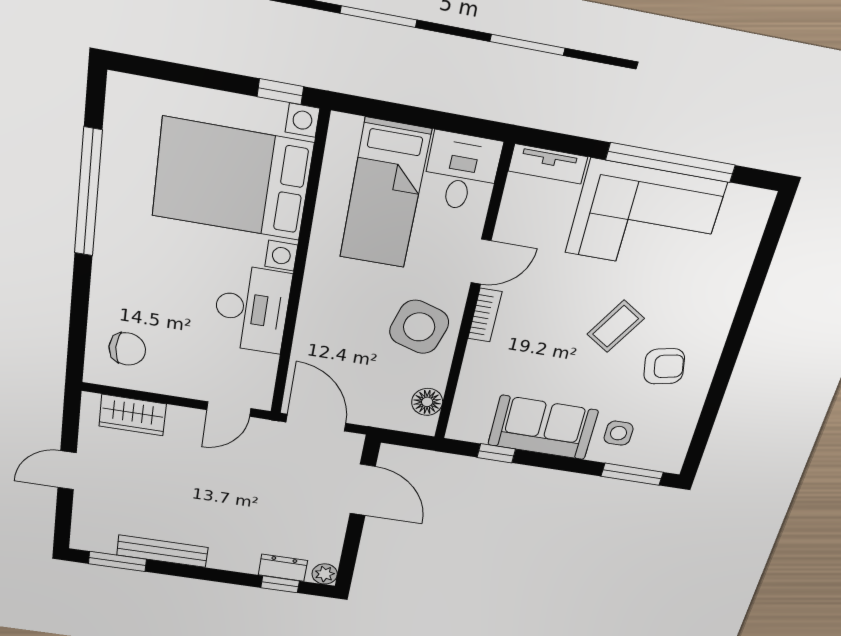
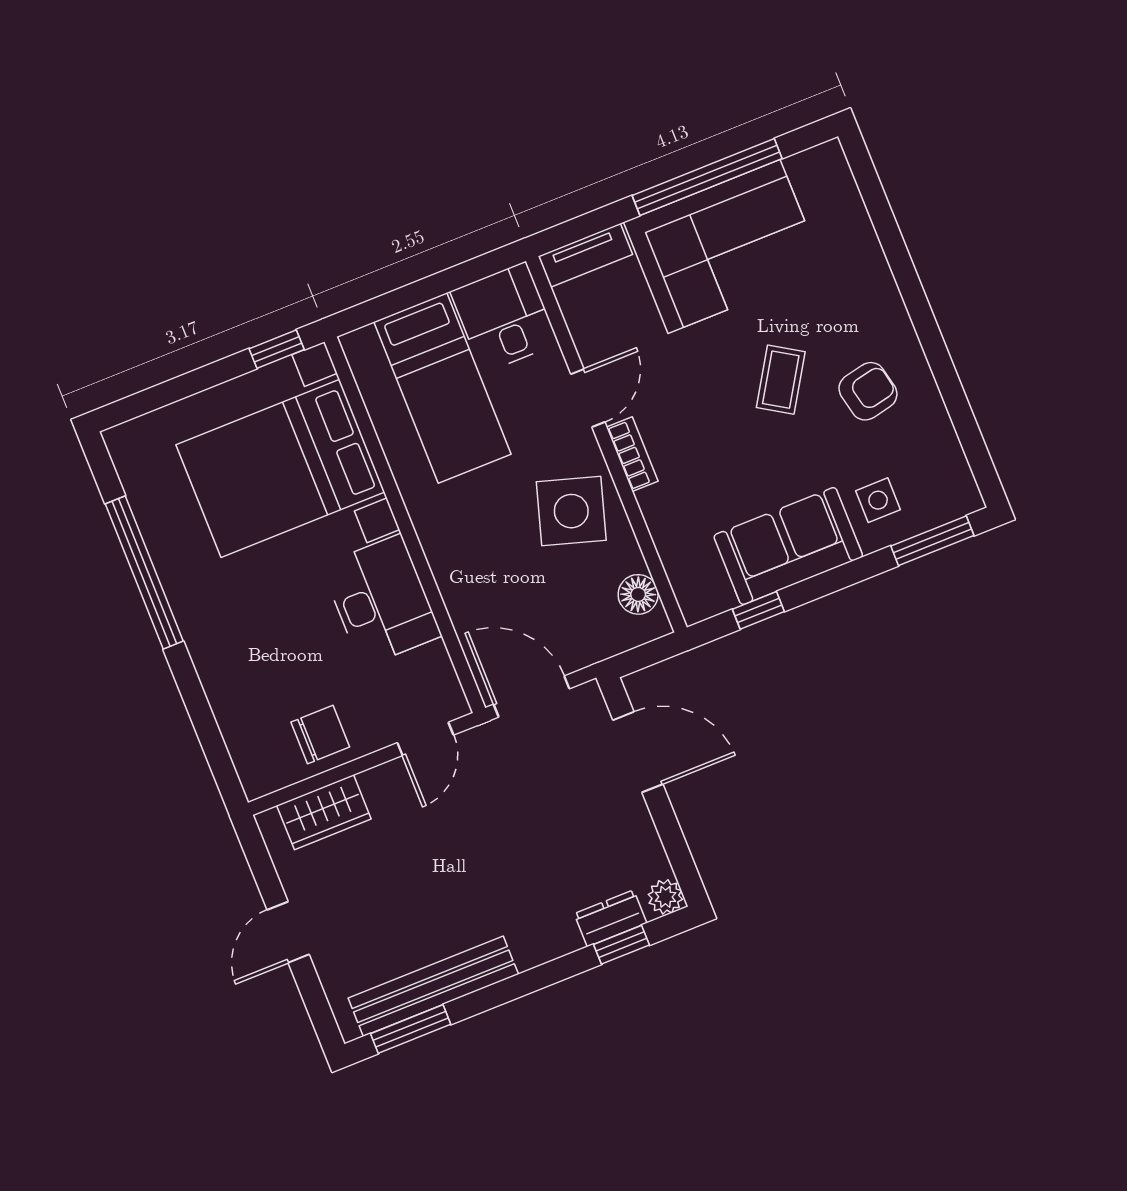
chair: (127, 349) -> (320, 735), moved
bench: (162, 551) -> (433, 986), width x1.37, depth x1.21

